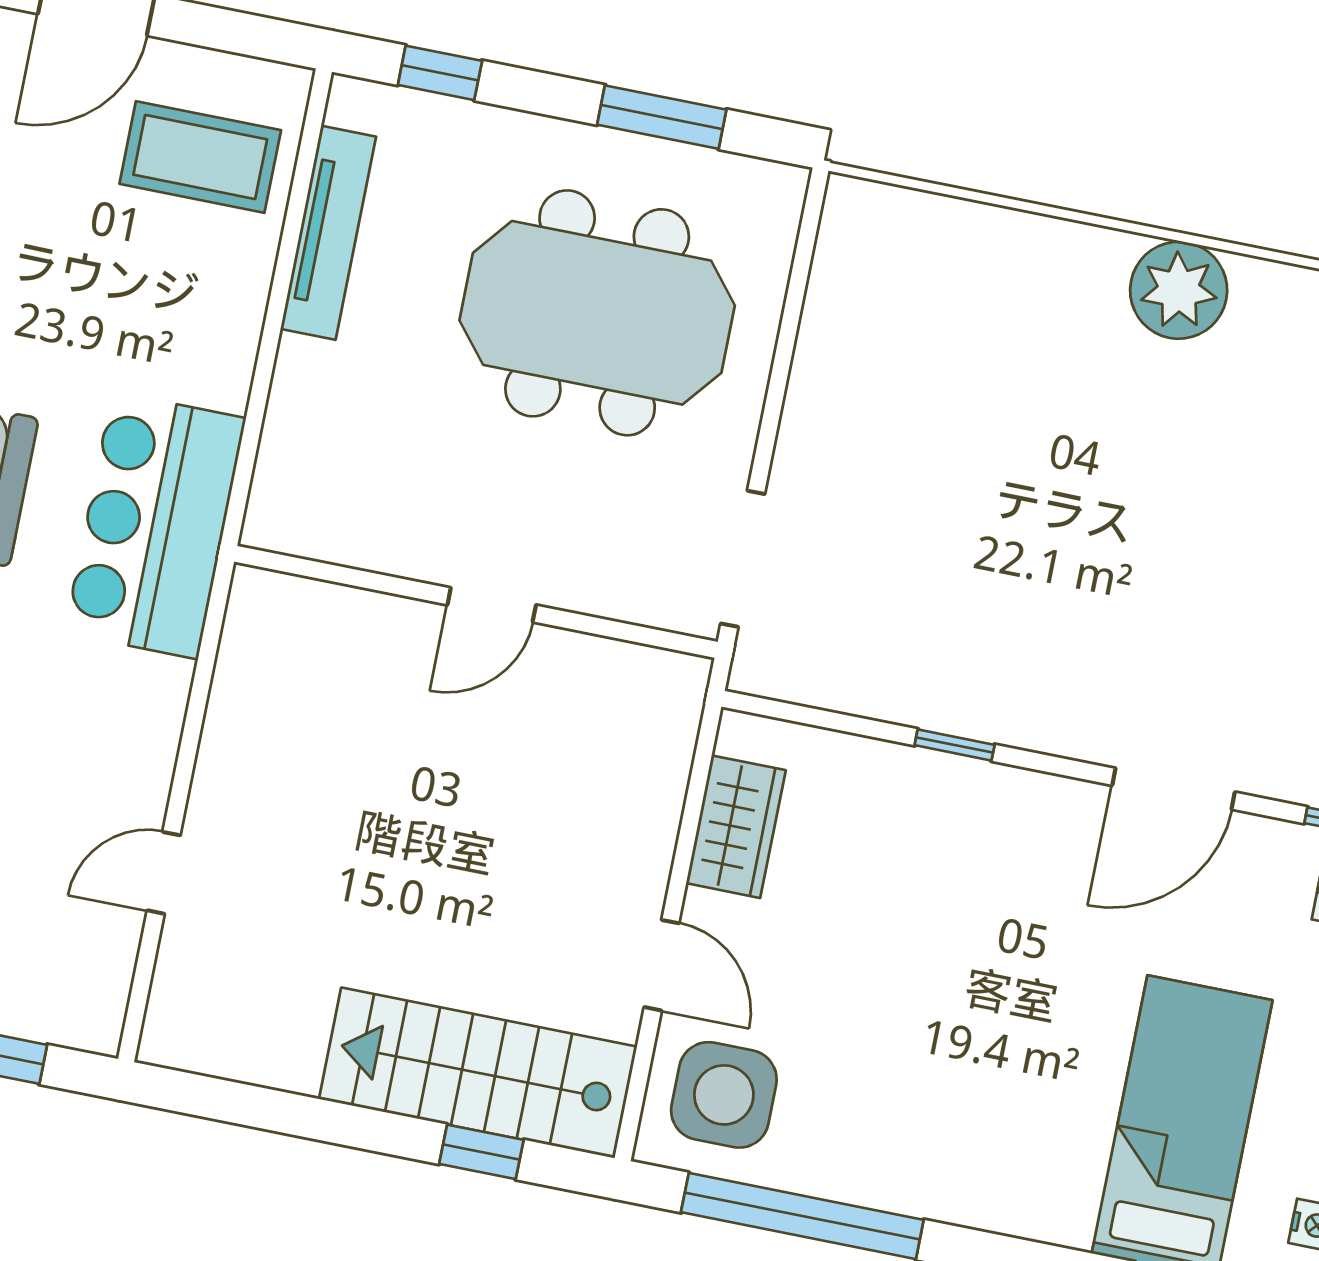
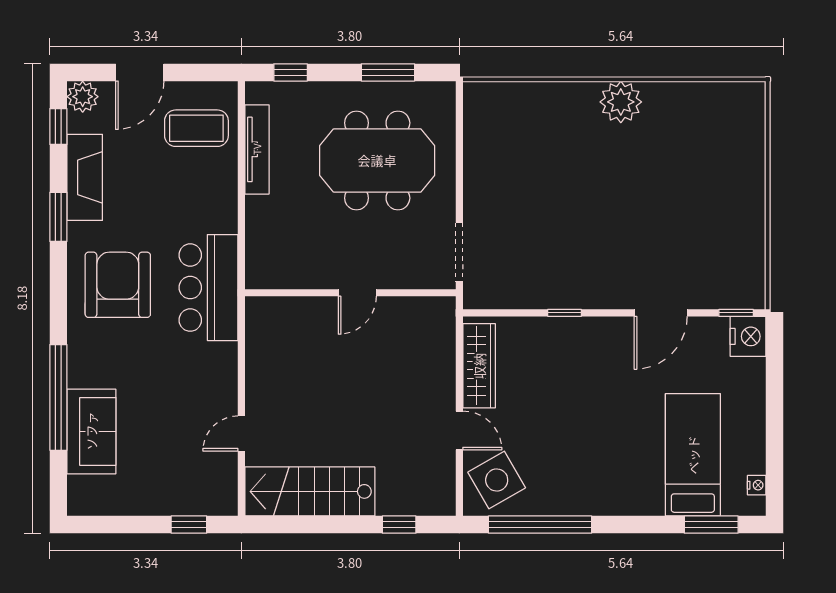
wardrobe: (736, 827) -> (479, 366), width x1.50
stairs: (478, 1073) -> (310, 491), moved
side table: (724, 1095) -> (497, 480), turned -30

